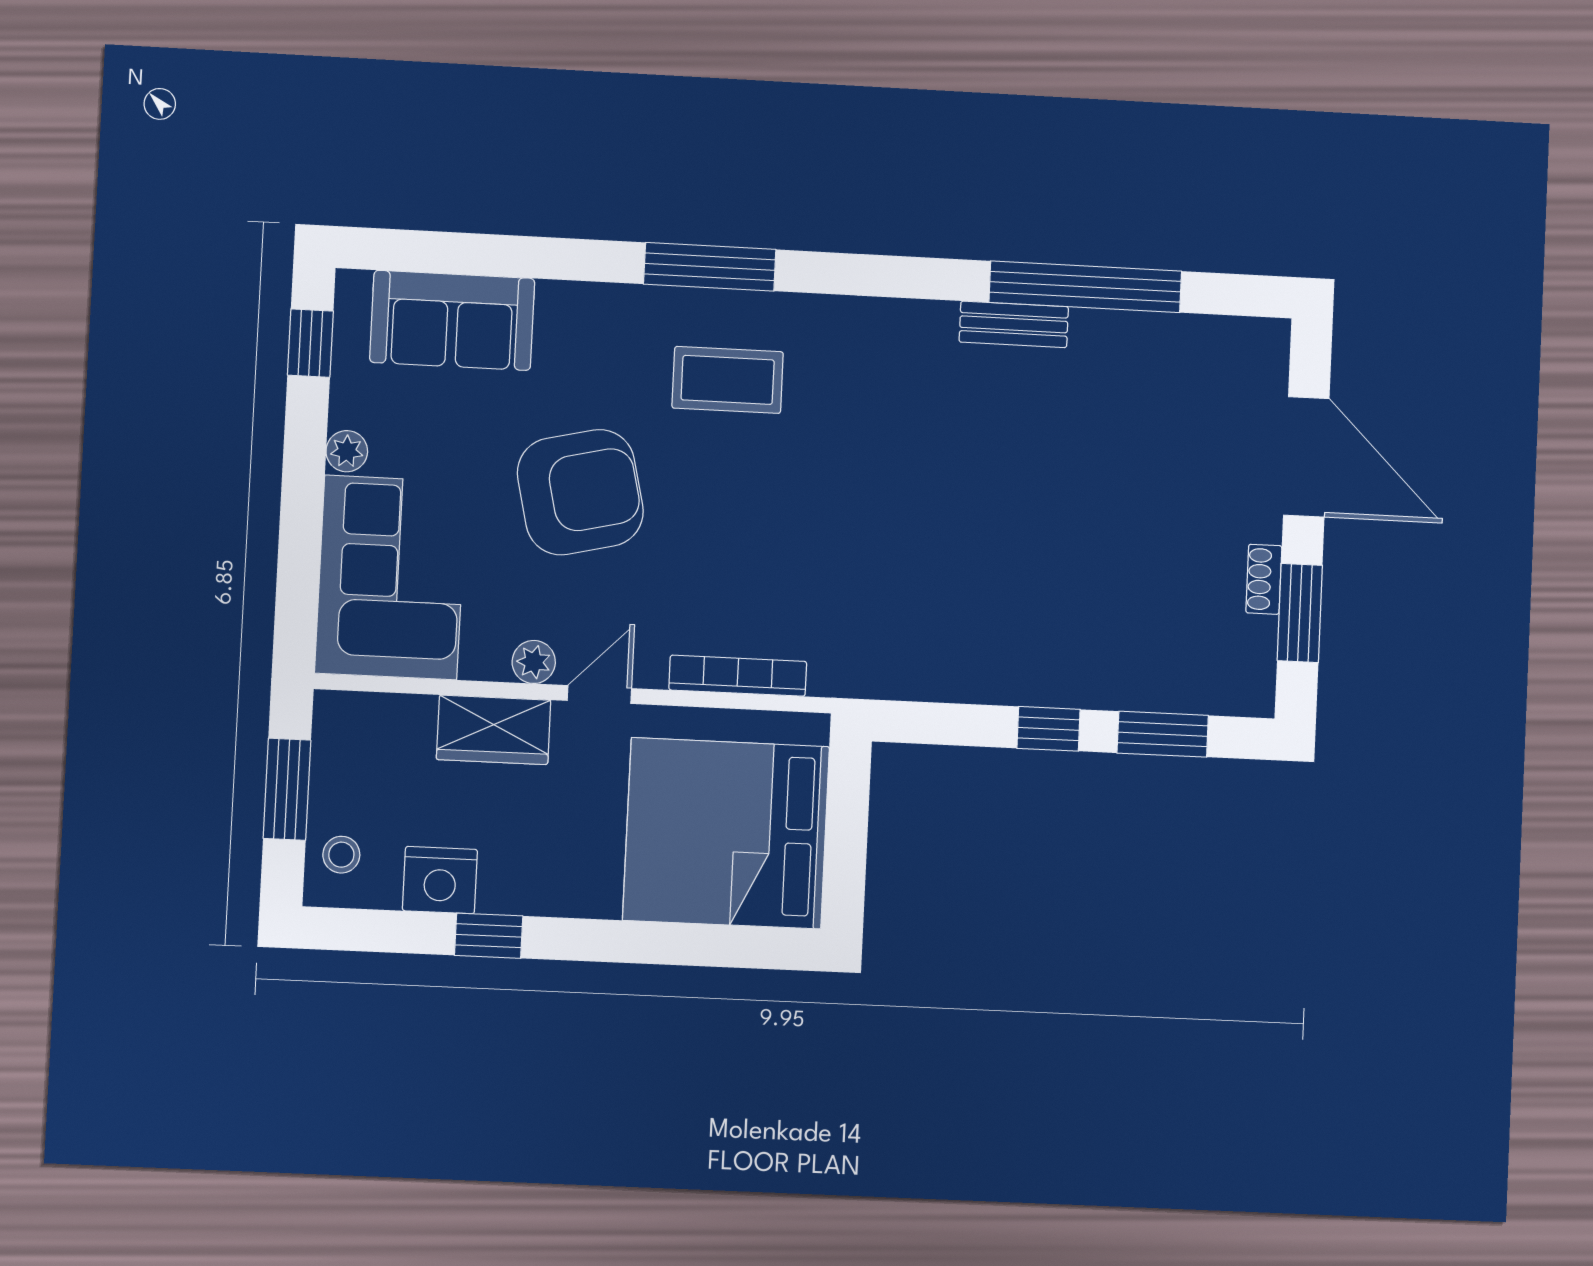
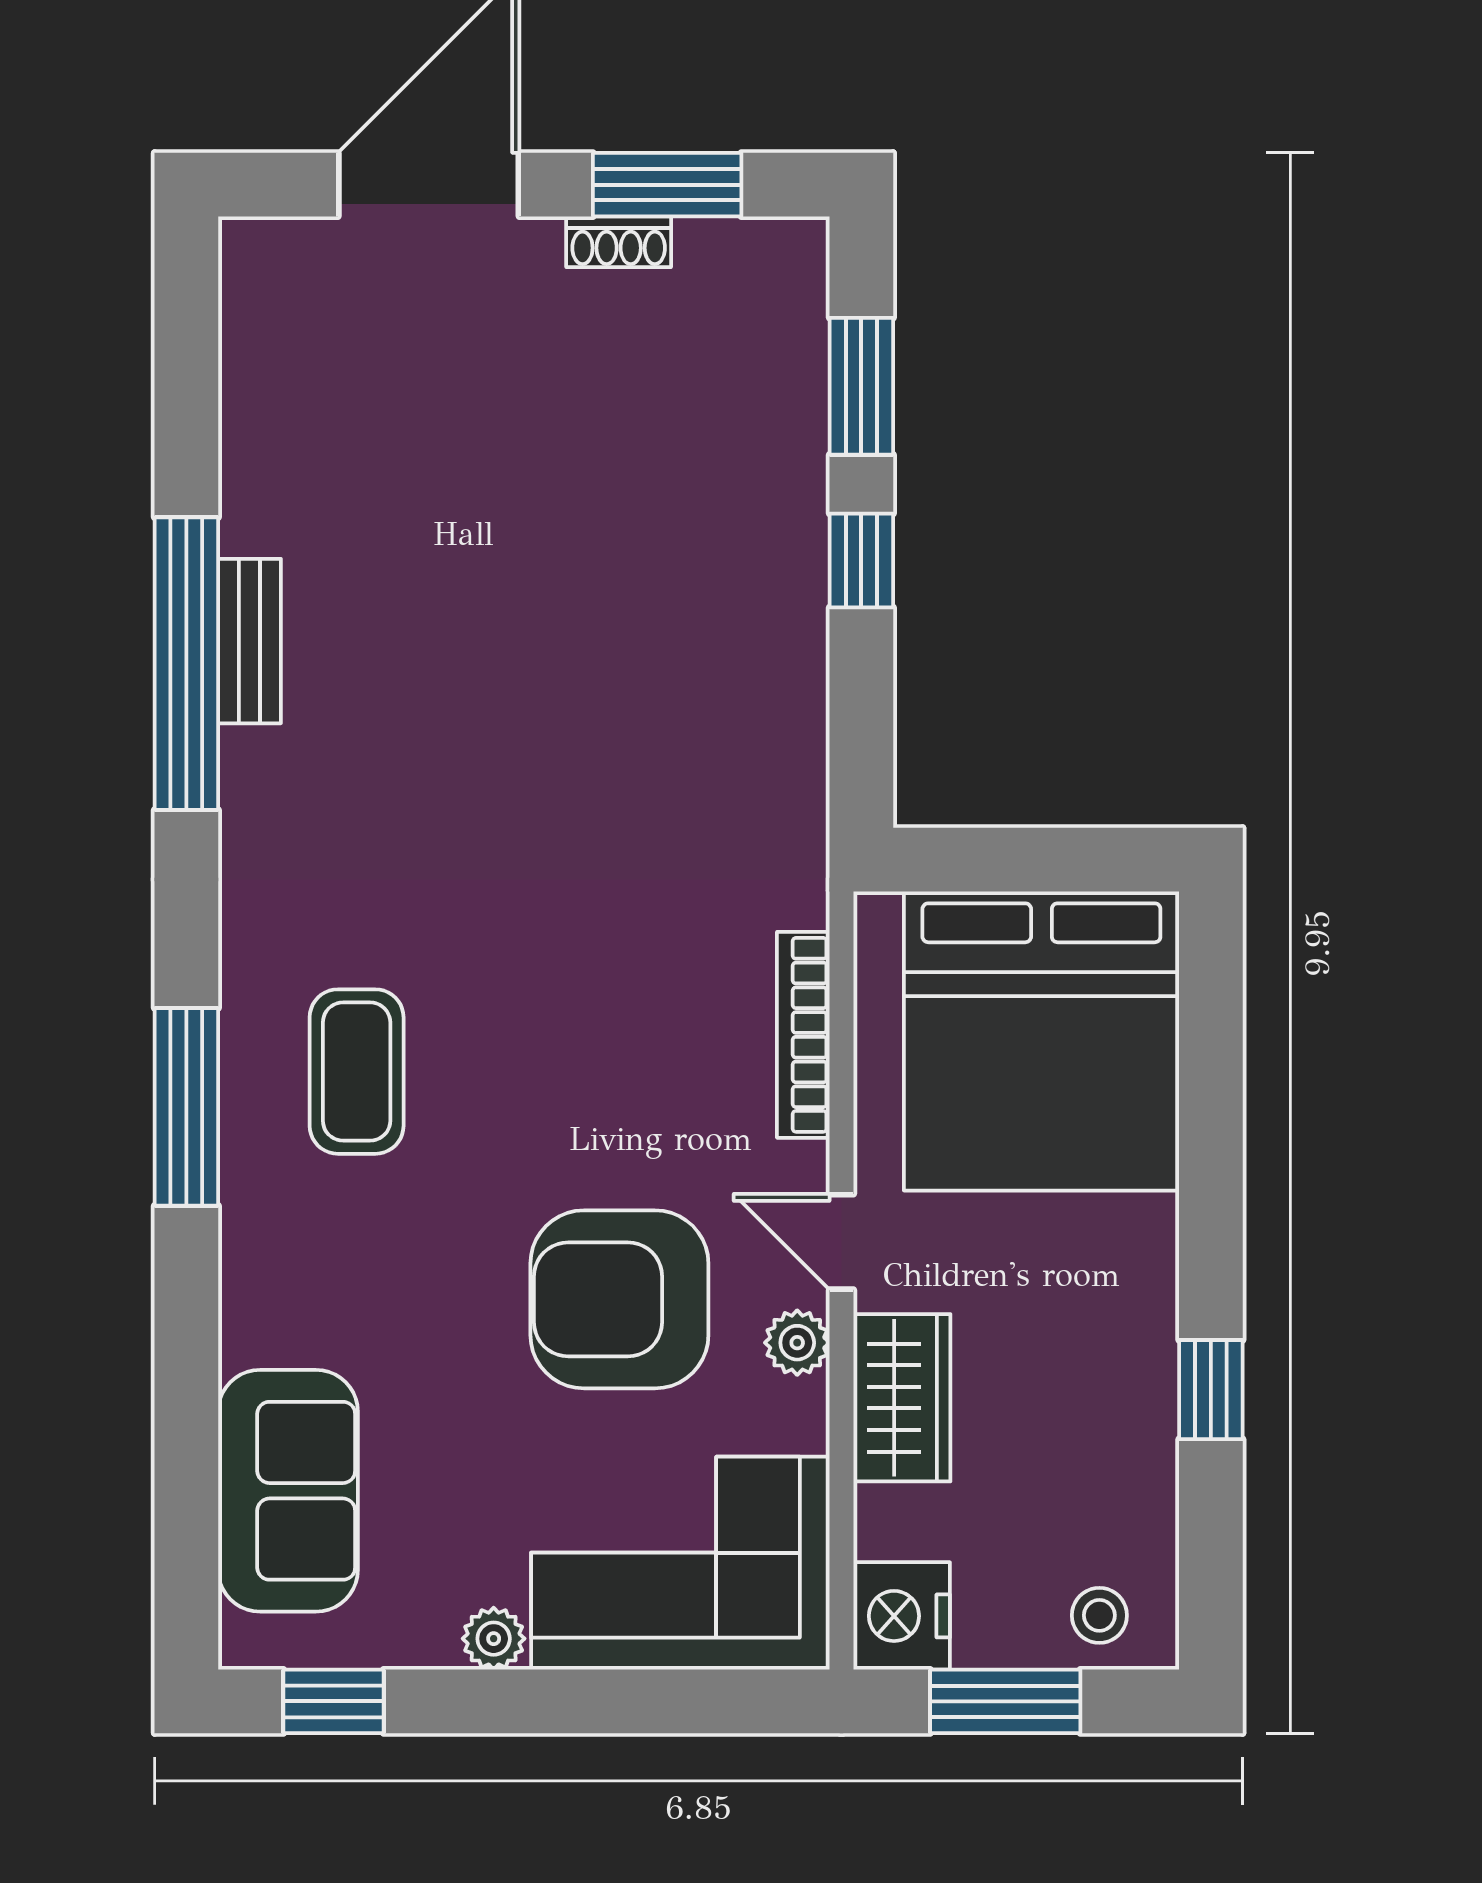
window: (1085, 287) -> (186, 664), moved
armchair: (580, 492) -> (619, 1299), moved, turned -77
nightstand: (440, 880) -> (902, 1616), moved, turned 180

